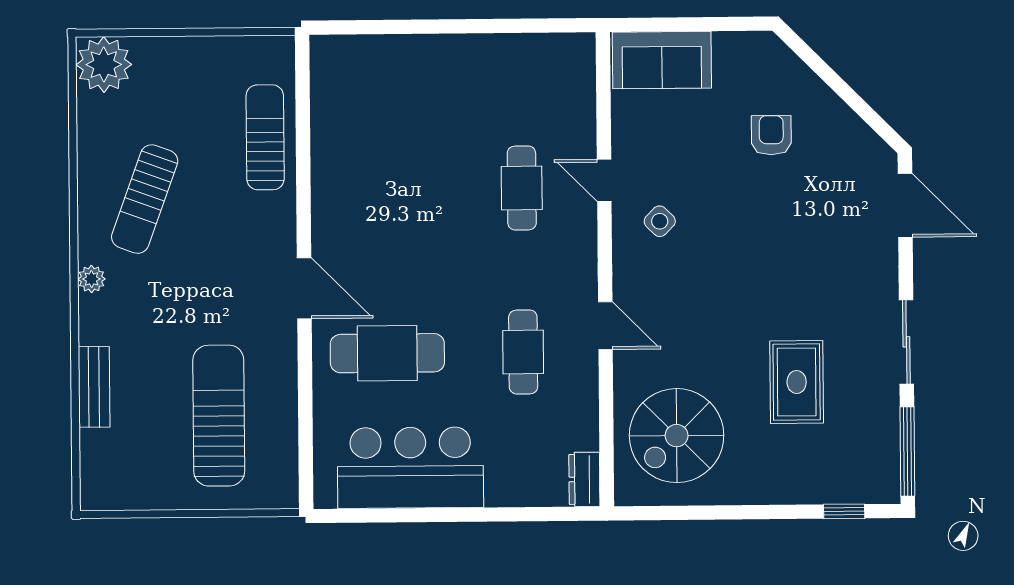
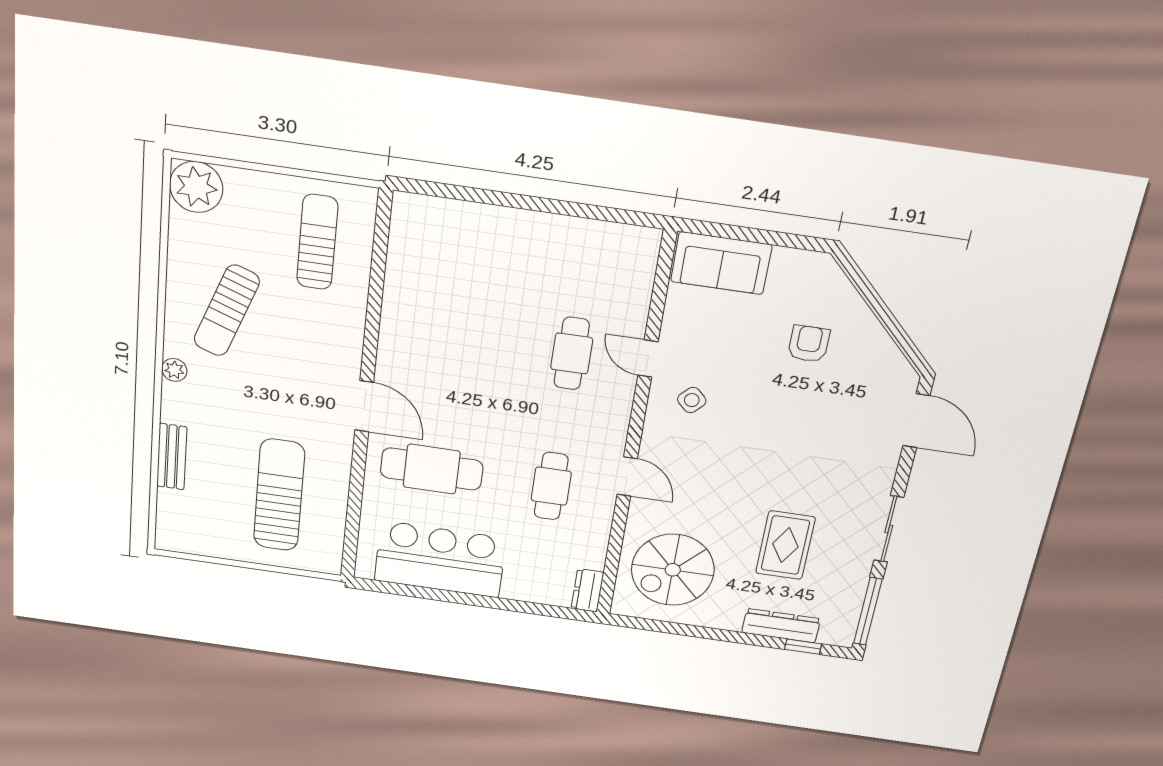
sun lounger: (265, 137) -> (317, 242), moved
dresser: (813, 488) -> (781, 626), added

